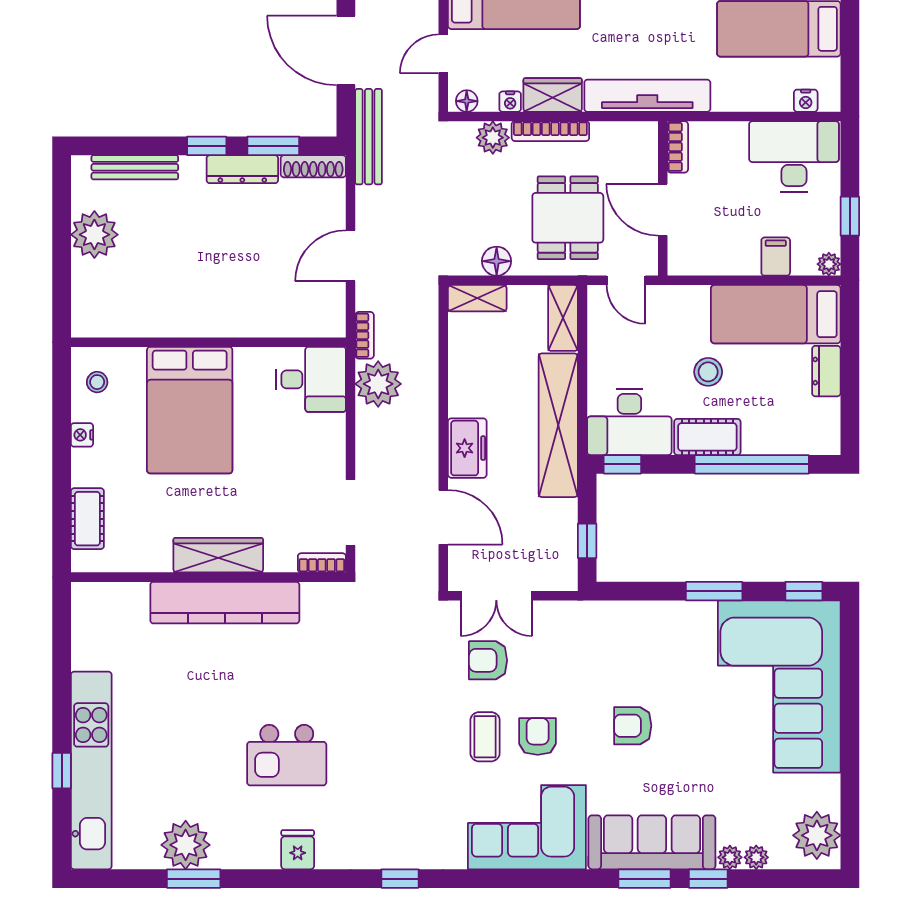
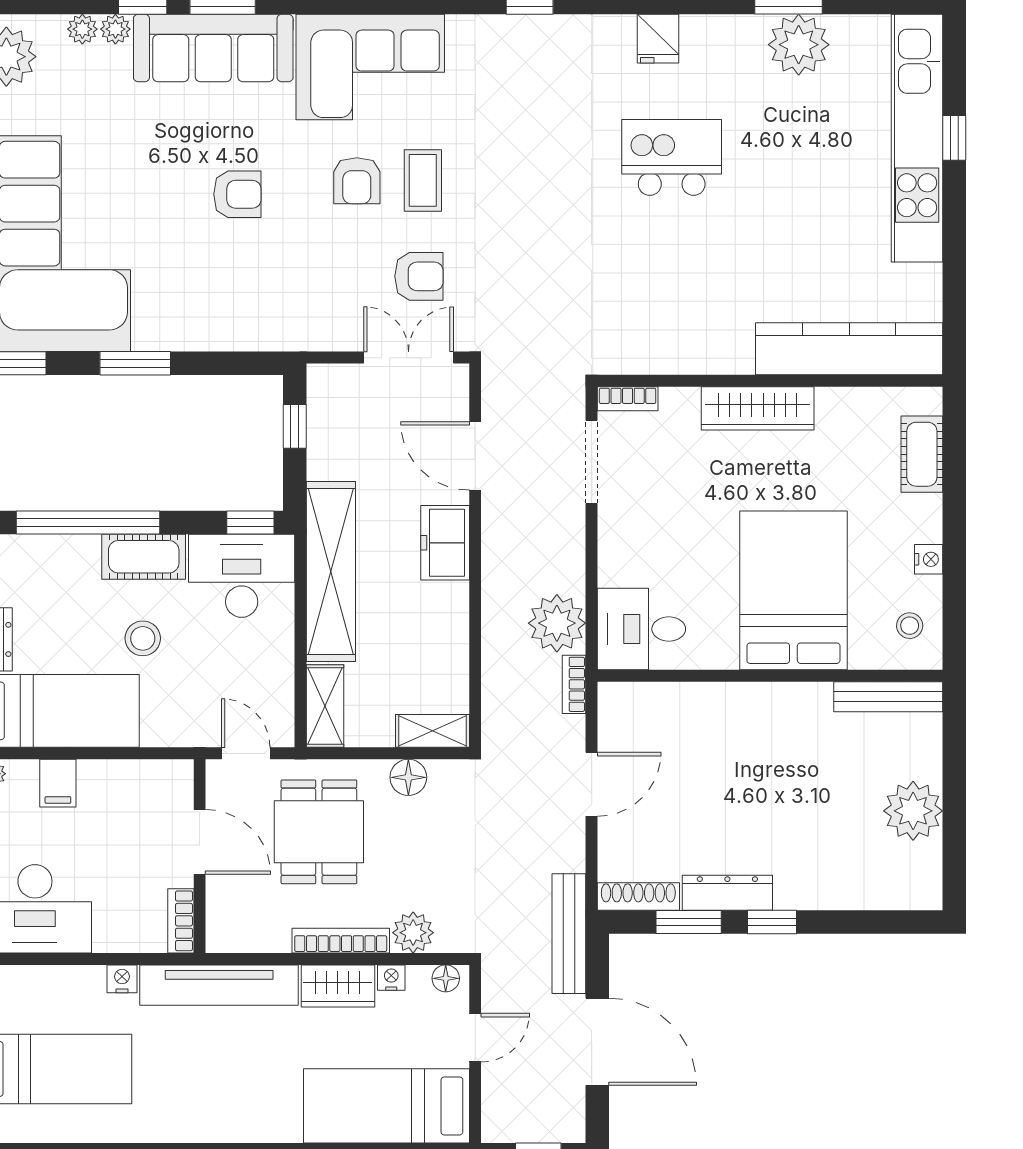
nightstand: (806, 101) -> (122, 979), moved
bench: (135, 167) -> (888, 697), moved
kitchen counter: (225, 603) -> (849, 349), moved

